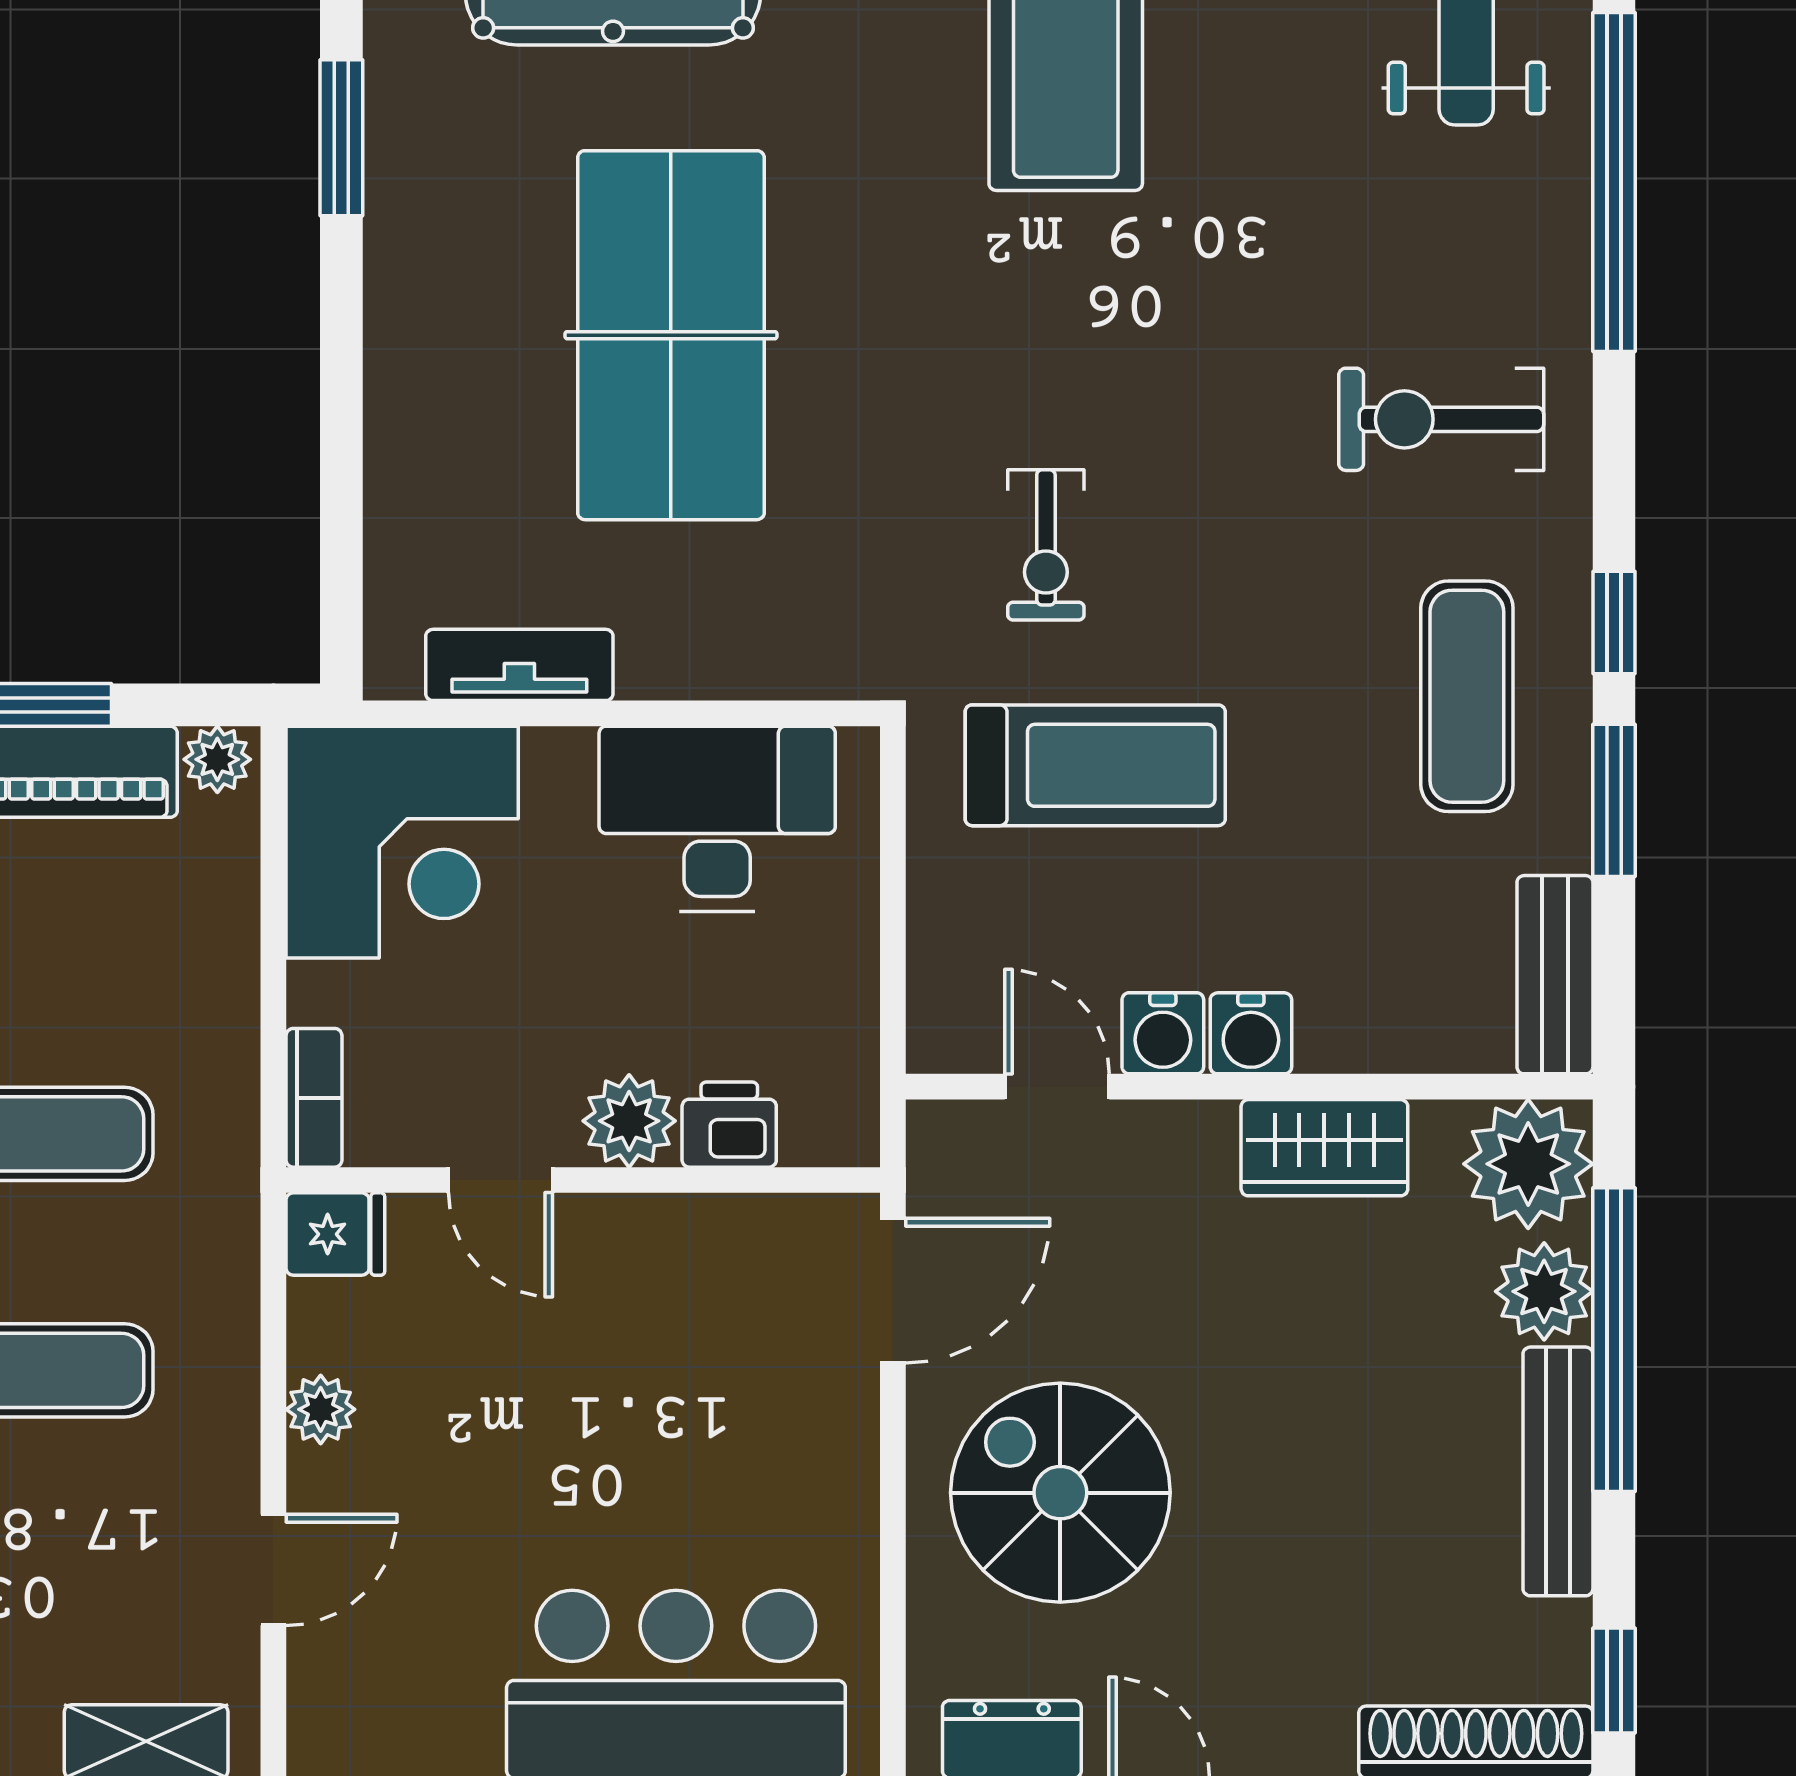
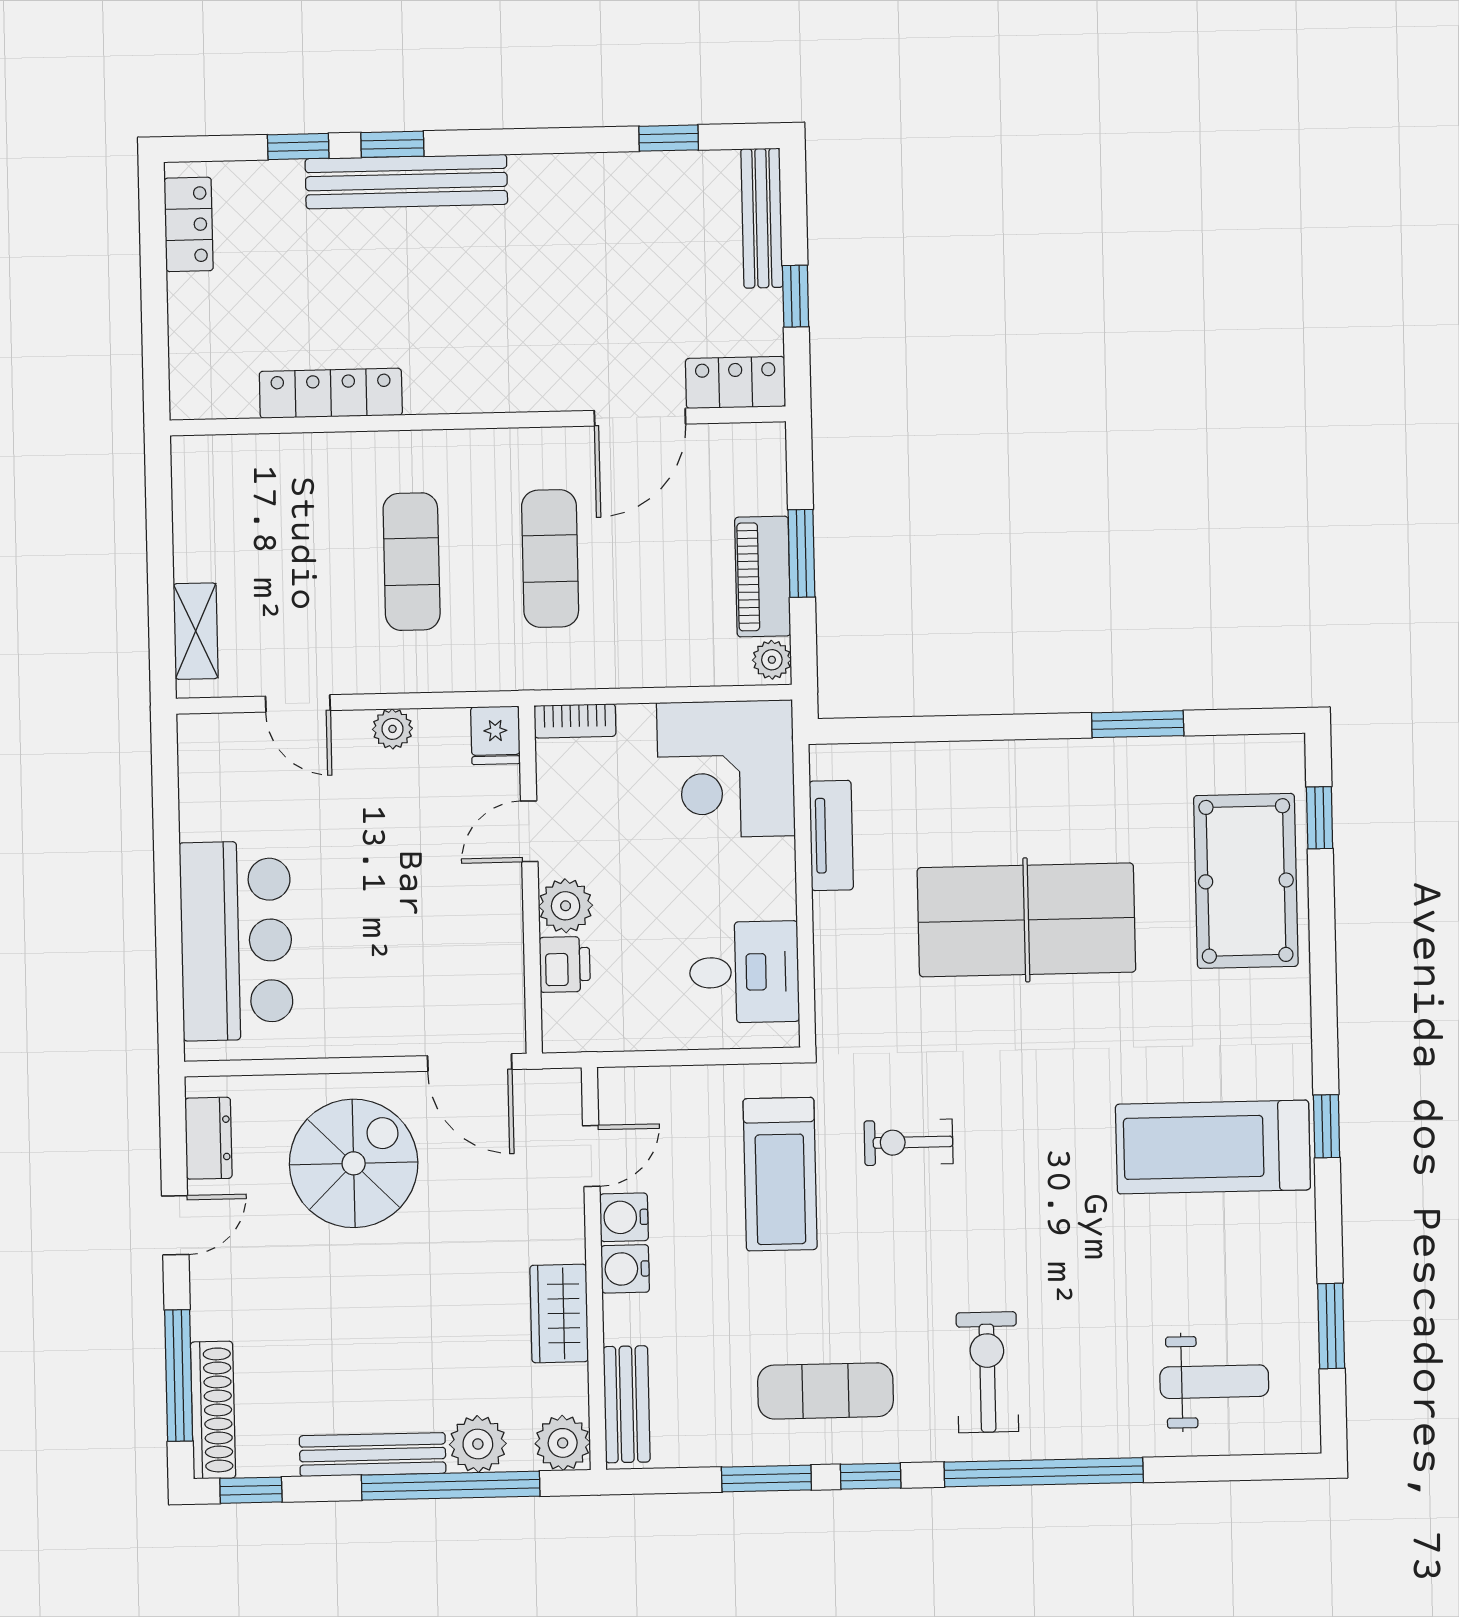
window: (1614, 182) -> (1044, 1472), moved
desk: (717, 819) -> (744, 972), width x0.73
bench: (1555, 975) -> (627, 1404), moved, turned 90
plant: (1528, 1164) -> (563, 1443), width x0.73, depth x0.73

